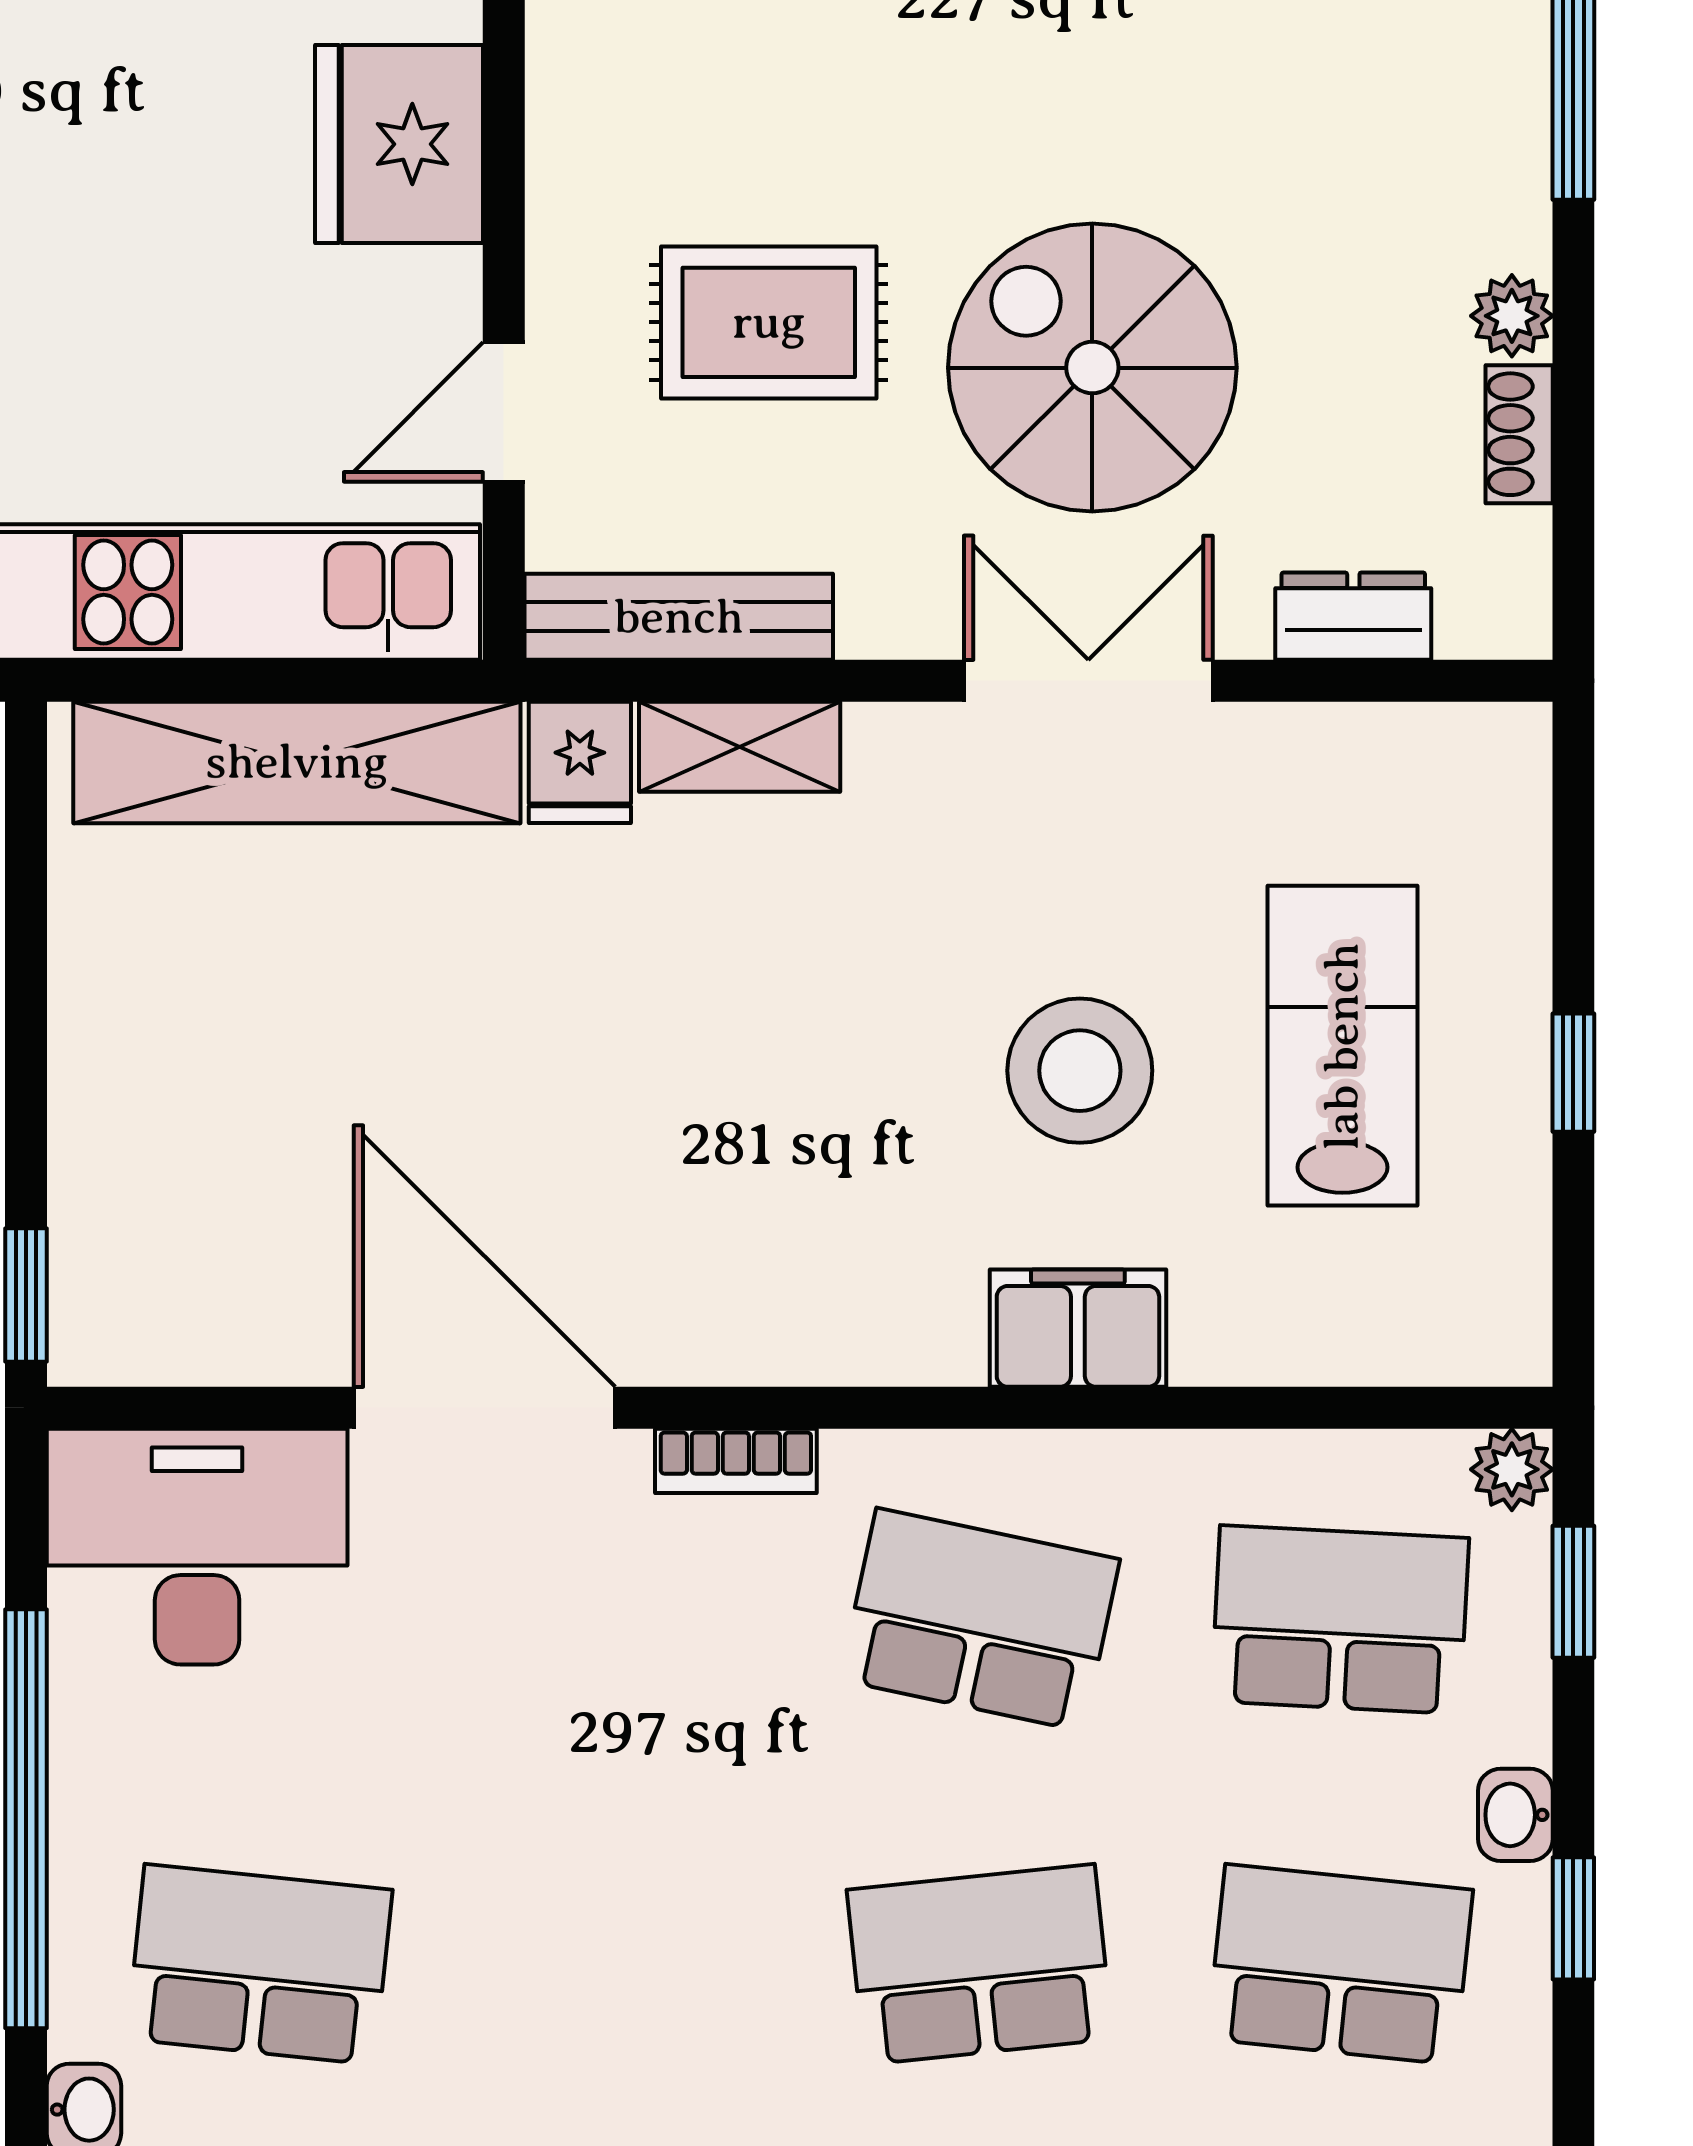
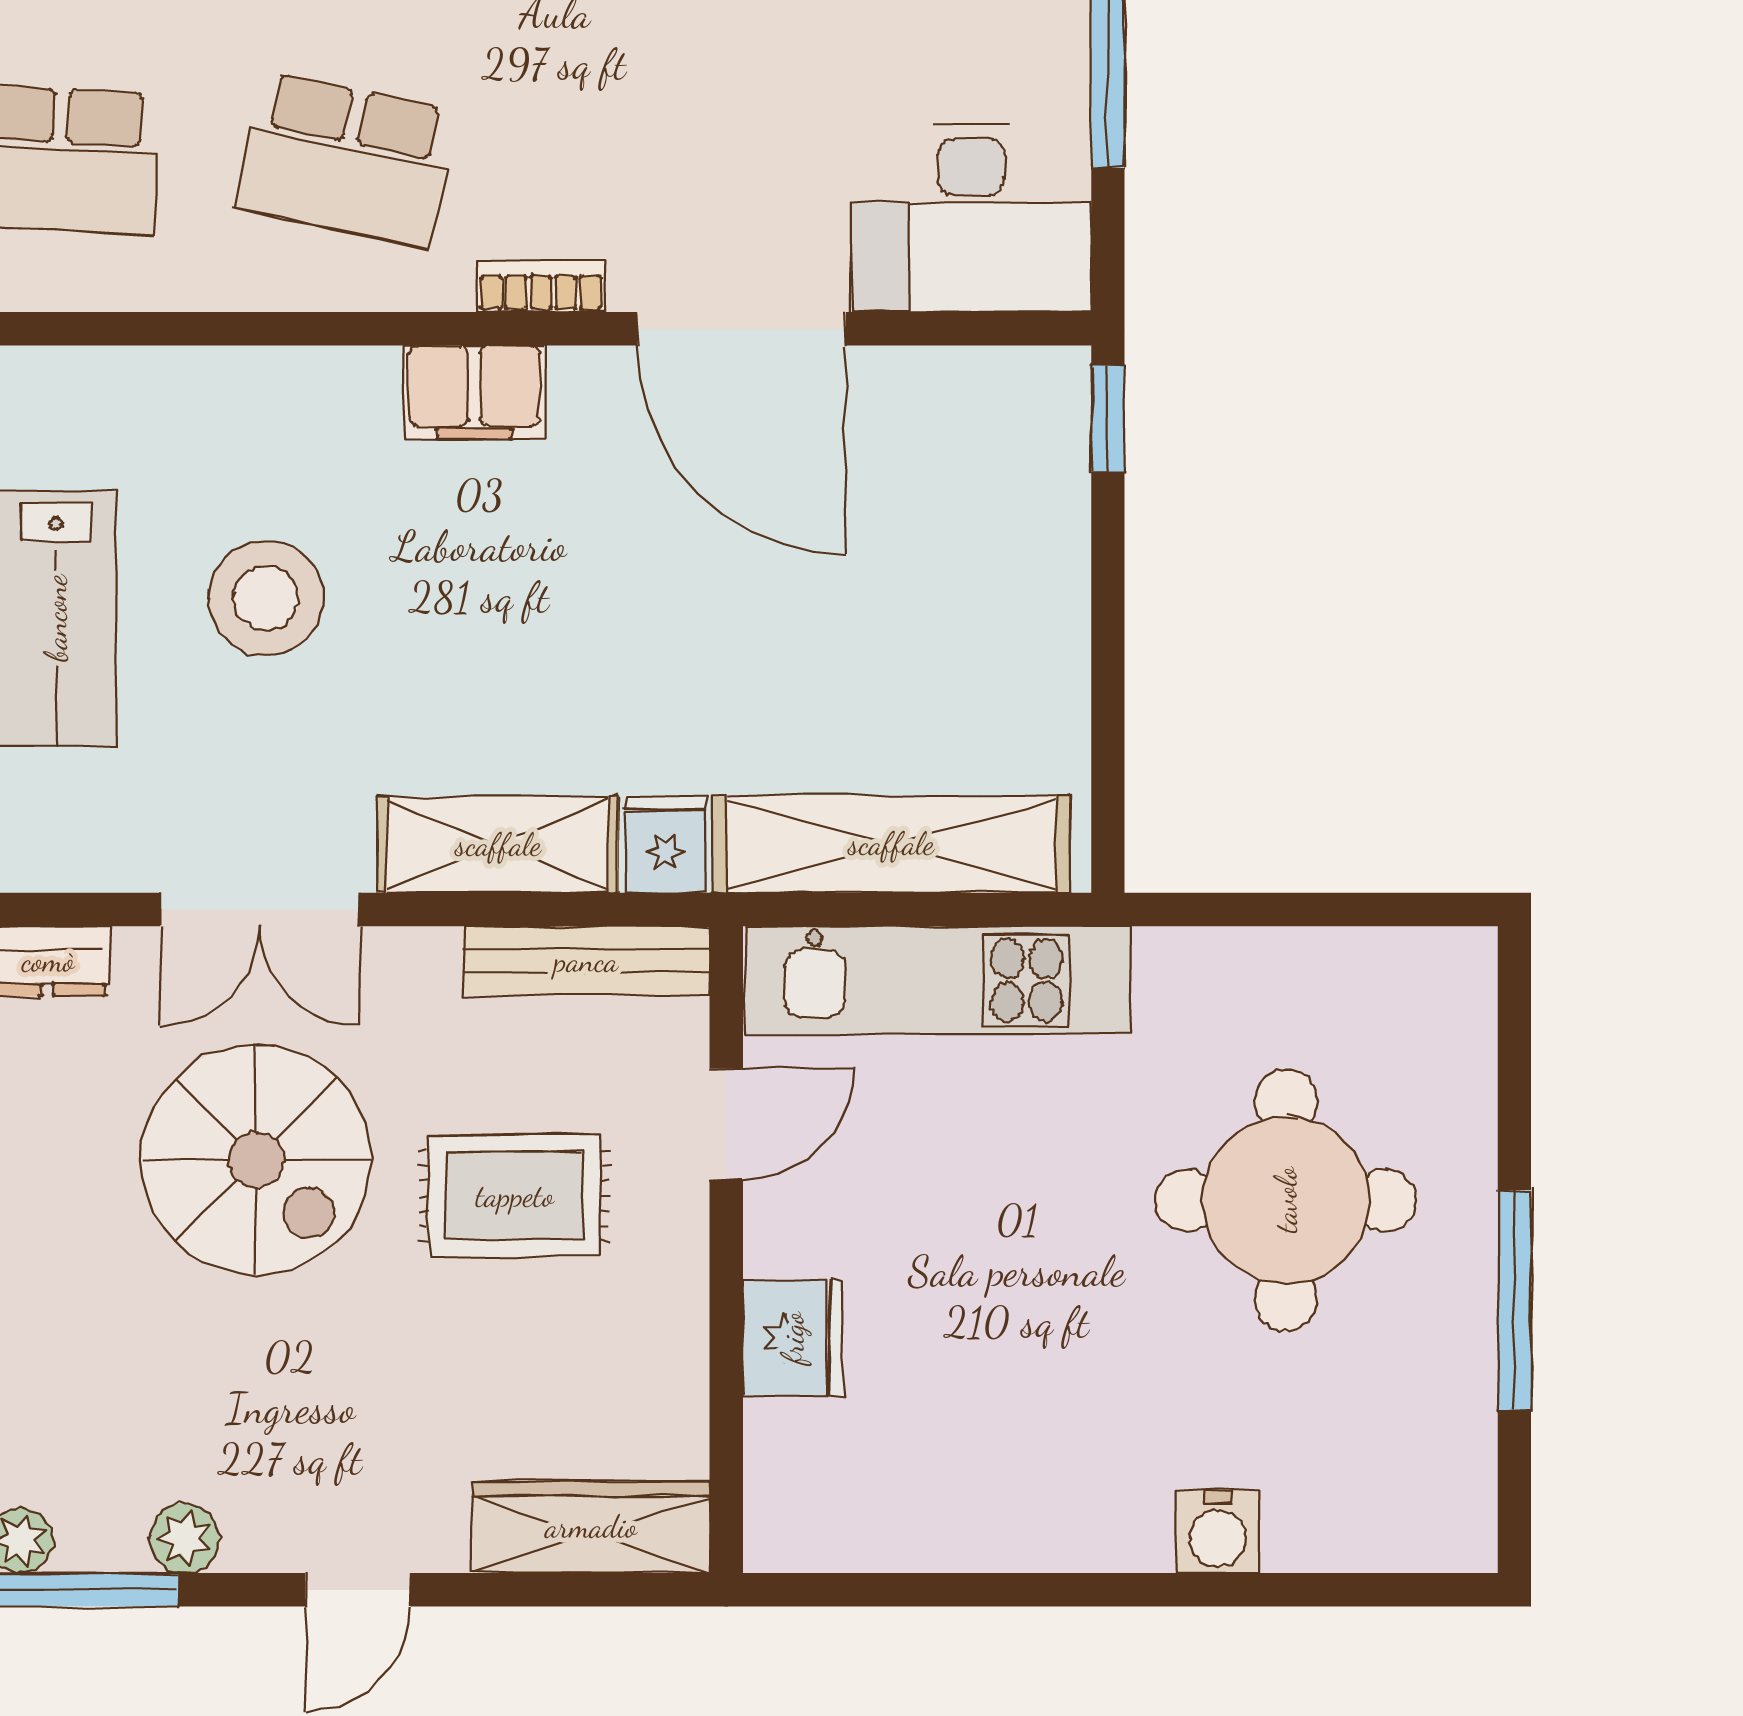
fridge: (399, 144) -> (793, 1338), width x0.73, depth x0.75
shelving: (740, 747) -> (498, 845), width x1.50, depth x1.33
filing cabinet: (1078, 1328) -> (474, 392), moved

